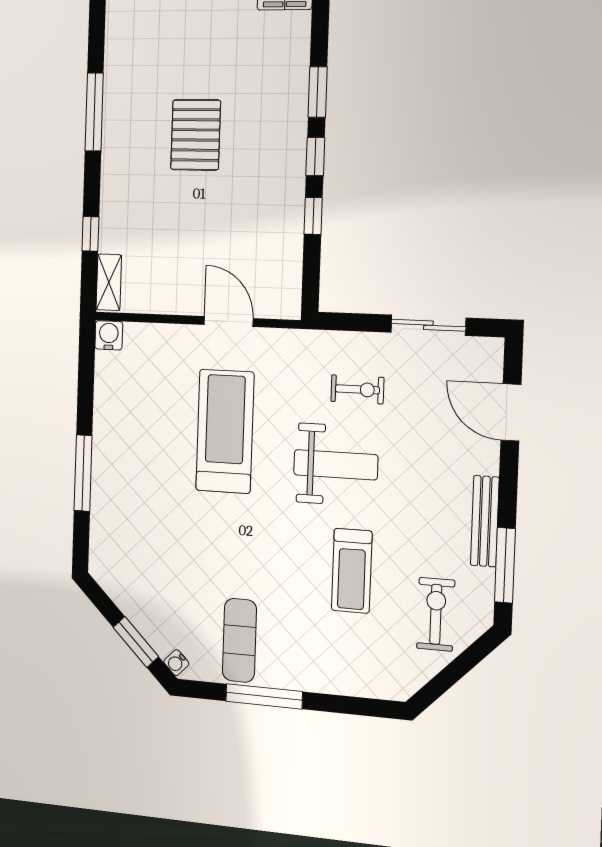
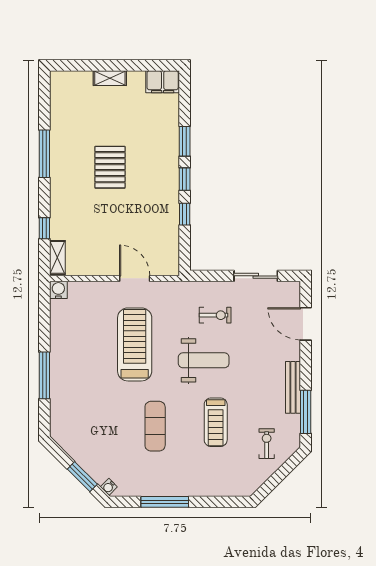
exercise bike: (436, 614) -> (267, 444), width x0.73, depth x0.72
exercise mat: (239, 640) -> (155, 426), moved

